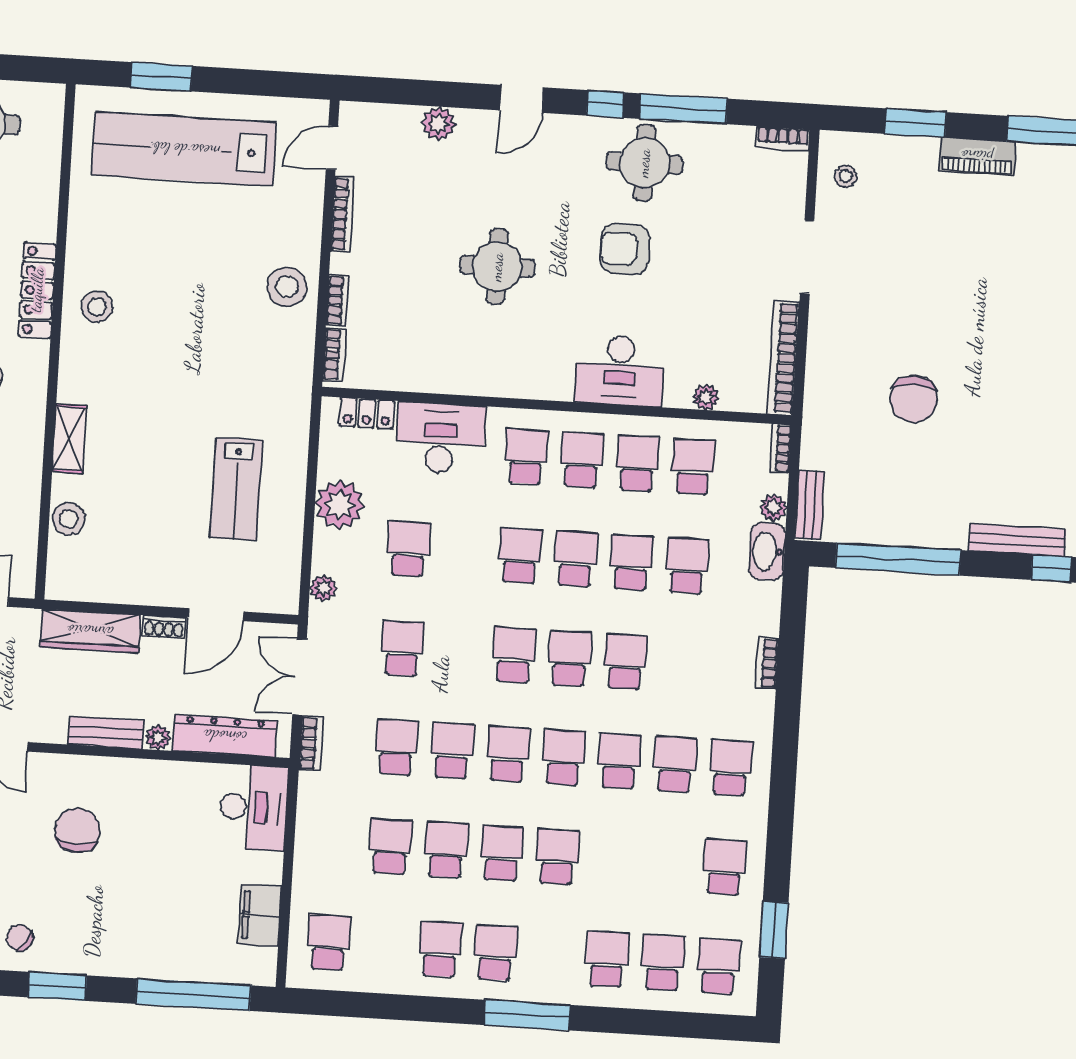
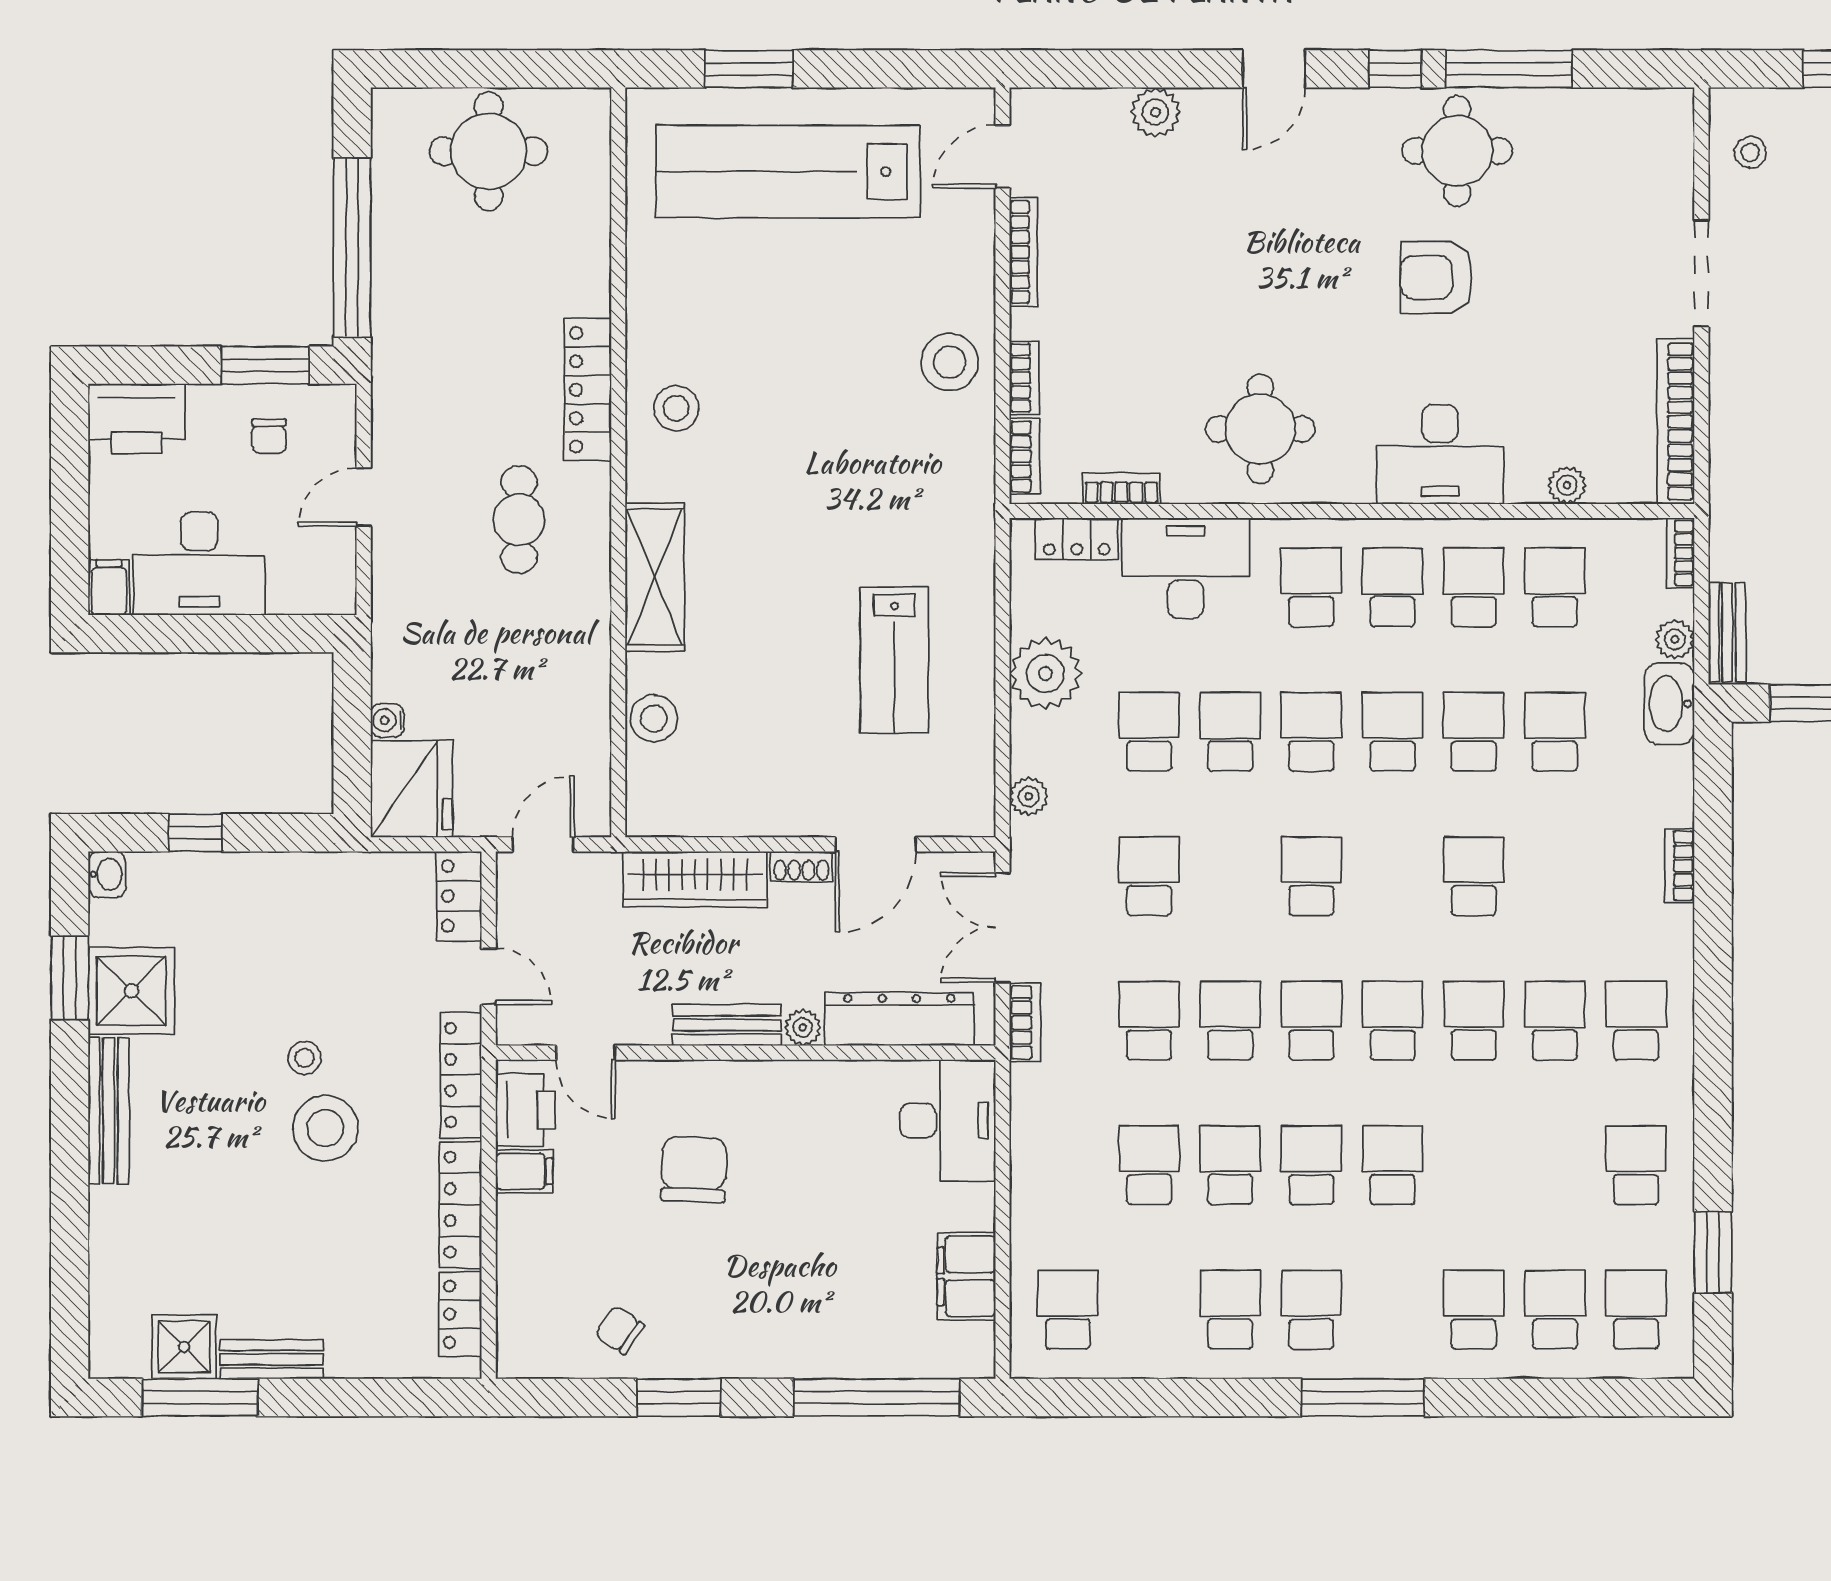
bookcase: (783, 138) -> (1121, 489), moved, turned 180
round table: (497, 267) -> (1260, 429), moved
shelving: (69, 439) -> (655, 577), width x1.50, depth x1.33
school desk: (570, 658) -> (1230, 732), moved

